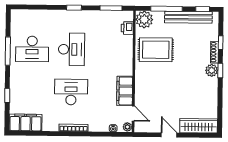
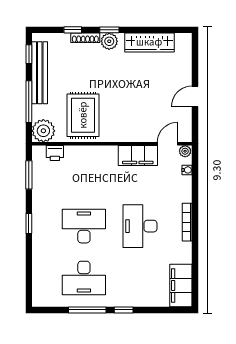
desk: (32, 49) -> (84, 278), turned 90
window: (7, 96) -> (124, 310), moved
wardrobe: (199, 126) -> (149, 42), moved, turned -90

